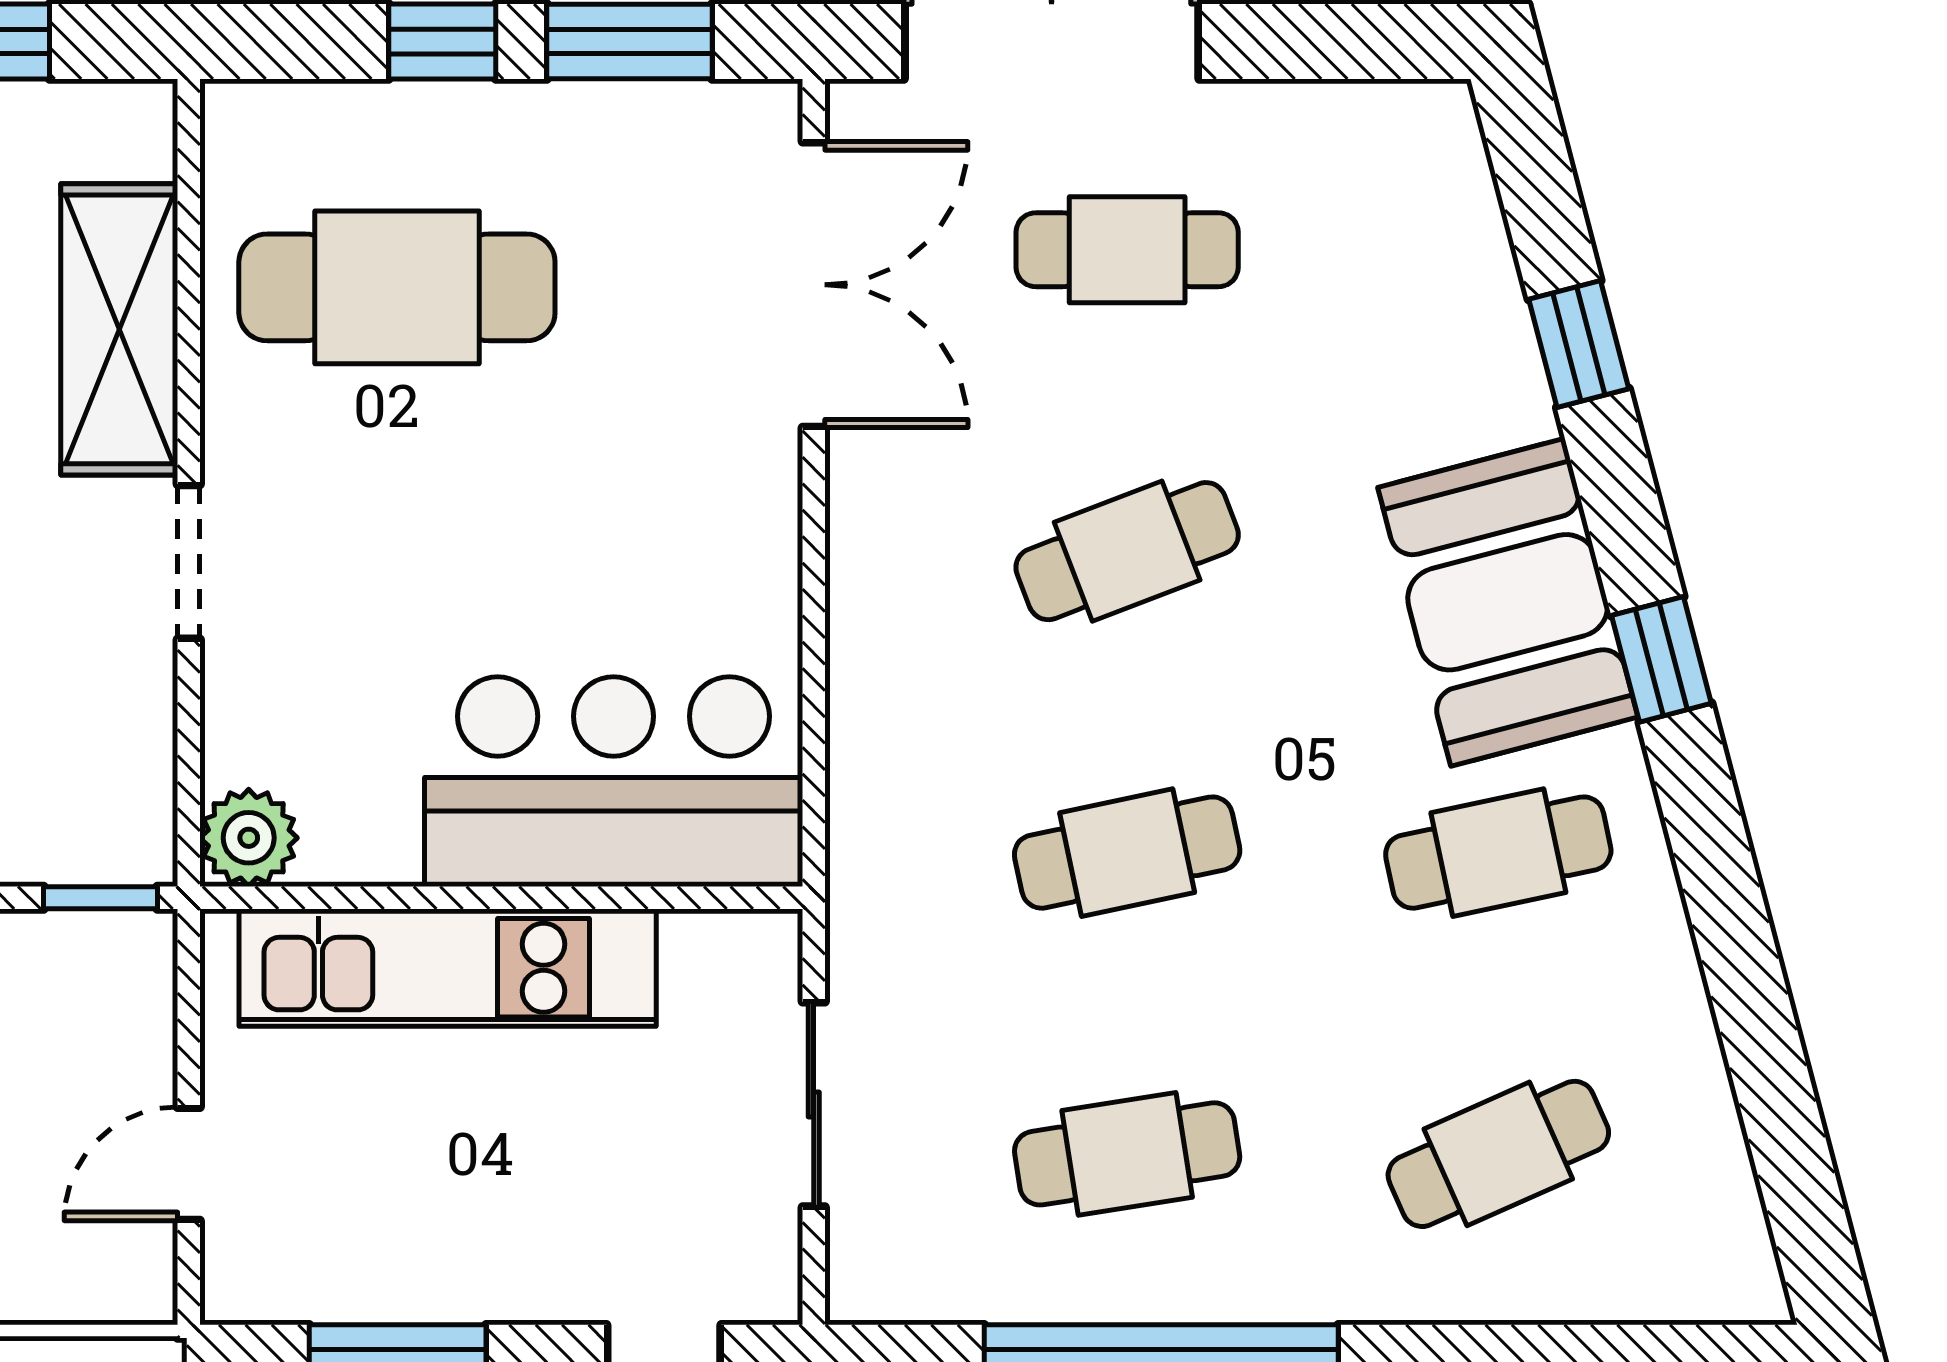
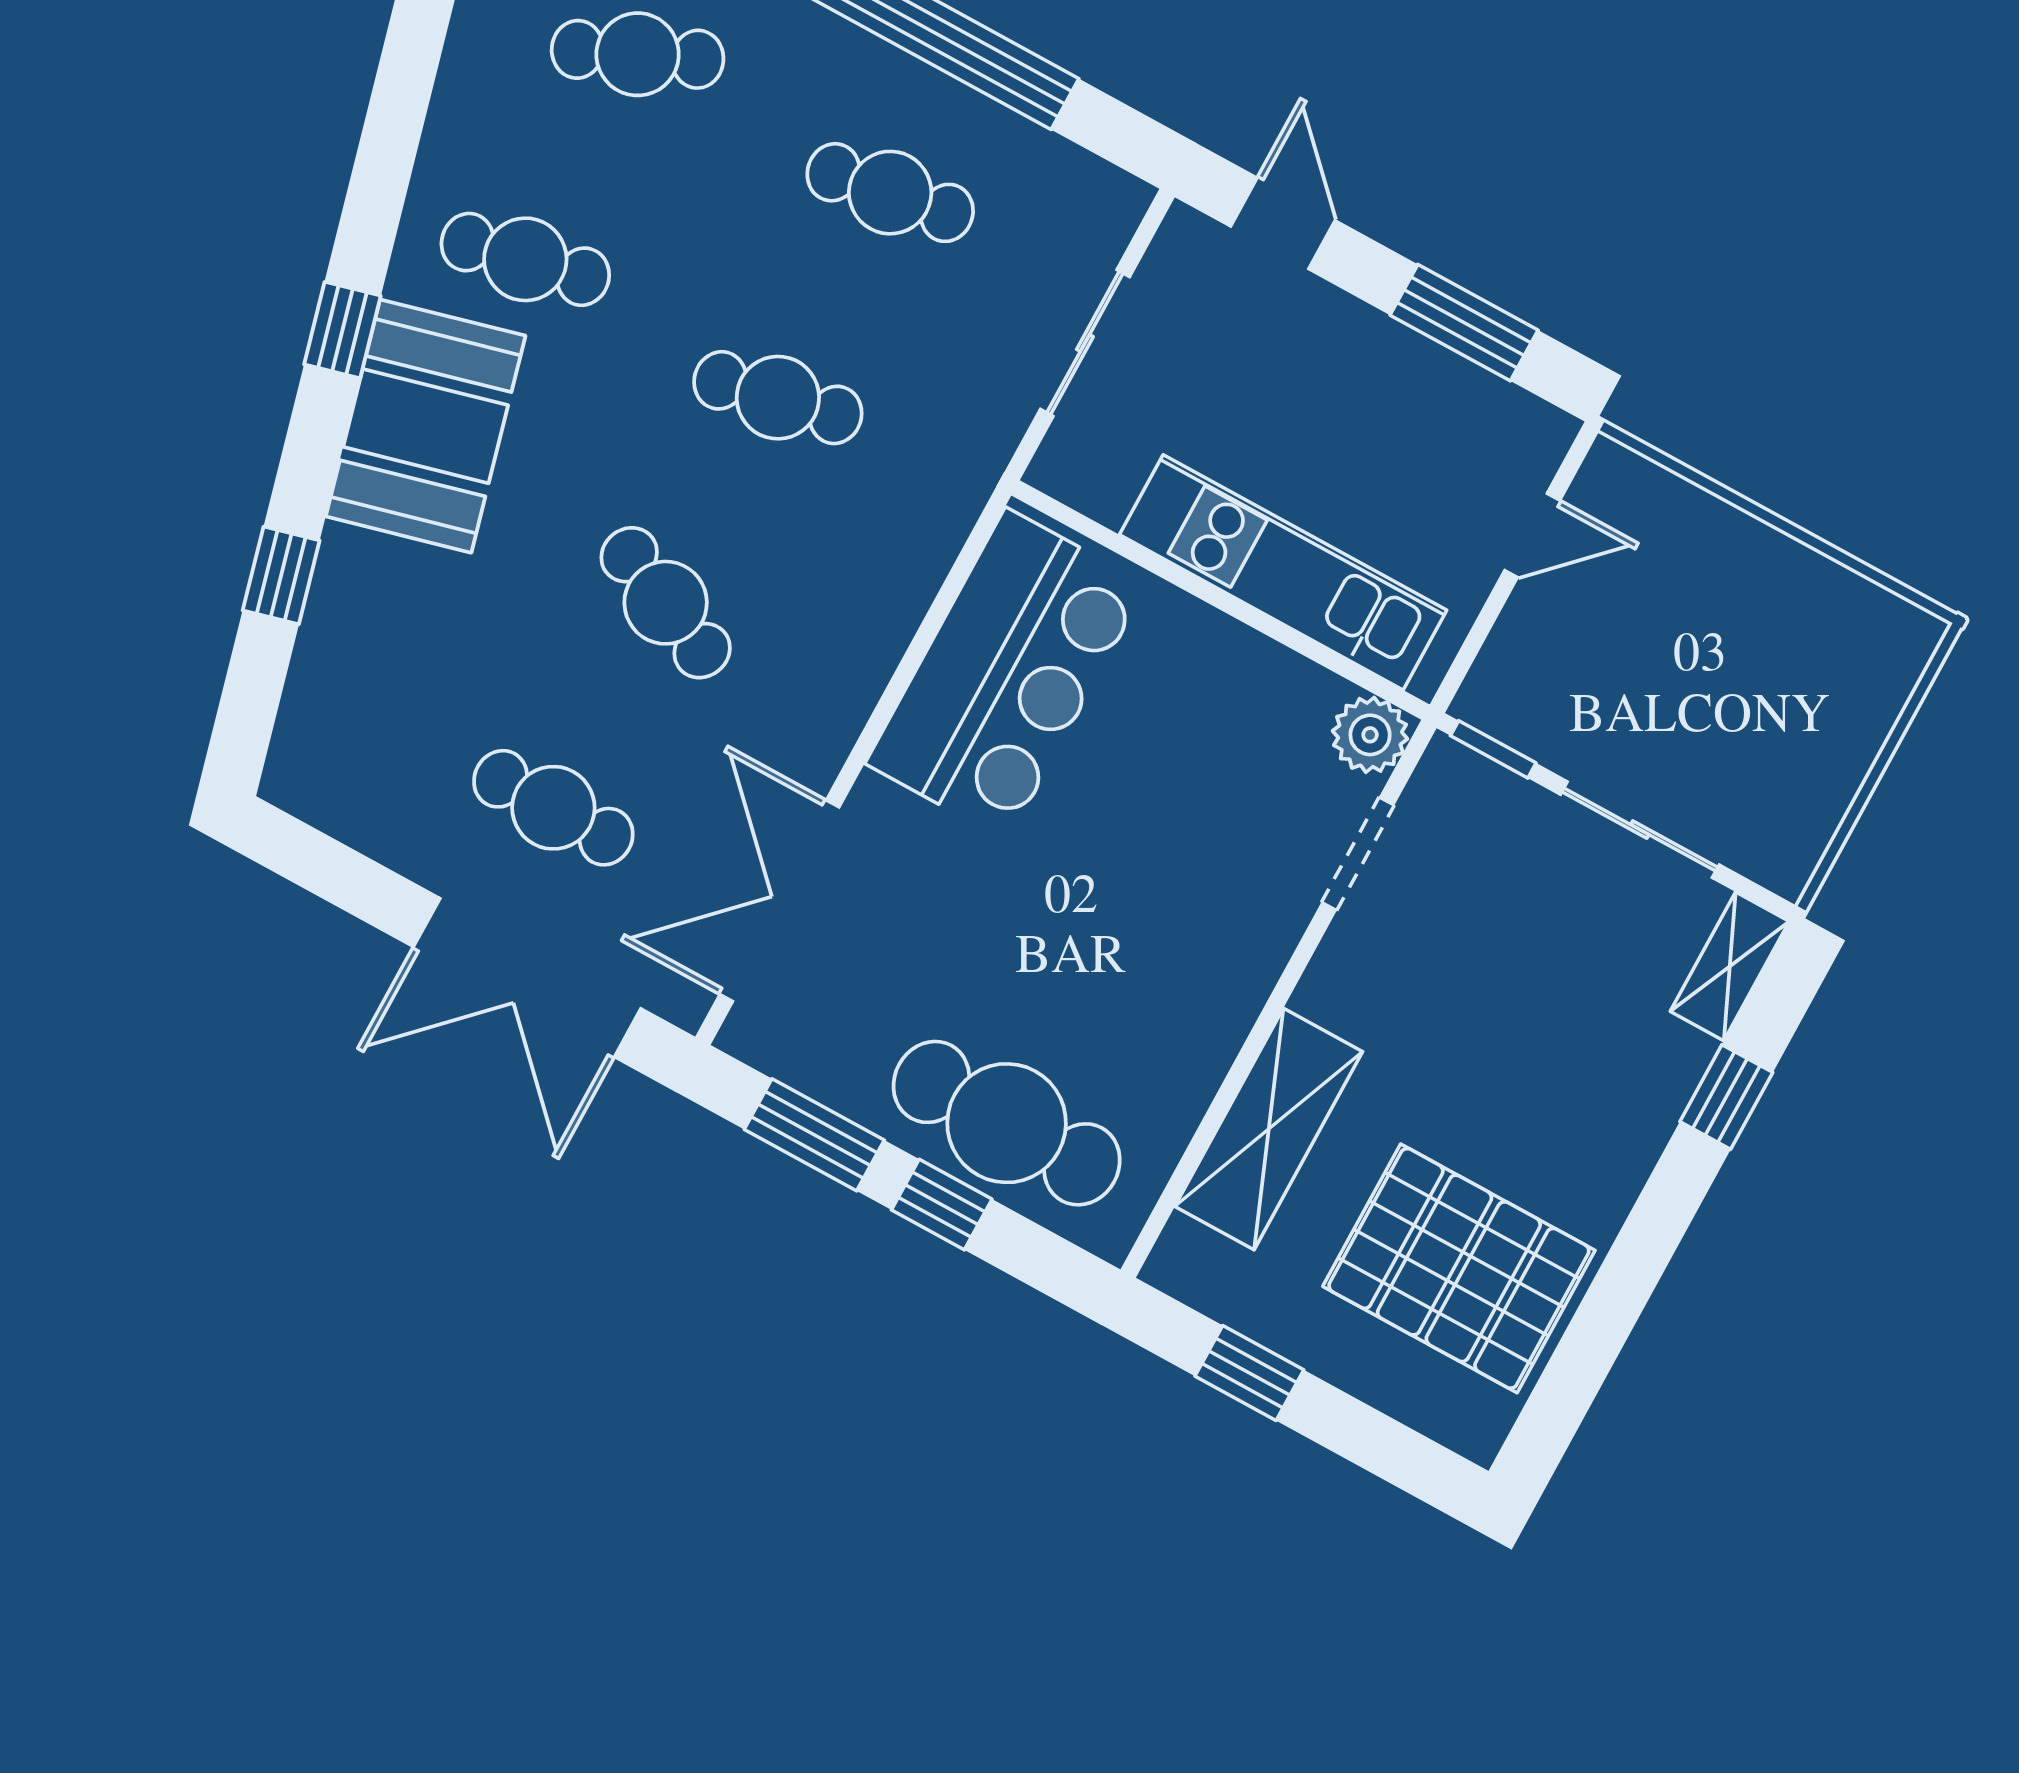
cafe table: (397, 287) -> (1007, 1123), moved
cafe table: (1127, 551) -> (666, 603), turned 45
doorway: (189, 562) -> (1358, 854), moved
bar counter: (614, 782) -> (1006, 674), moved, turned -90

